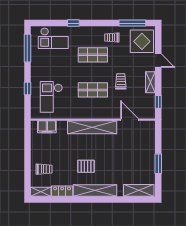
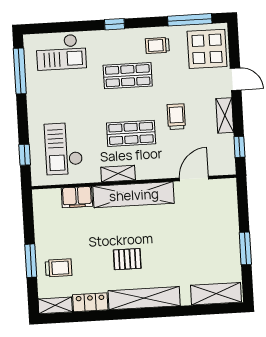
window: (73, 23) -> (115, 24), moved
window: (27, 88) -> (25, 155), moved
shelving: (83, 114) -> (118, 174), added
door: (129, 120) -> (194, 179), hinge flipped
filing cabinet: (47, 127) -> (77, 197), moved
window: (27, 164) -> (31, 261), added

